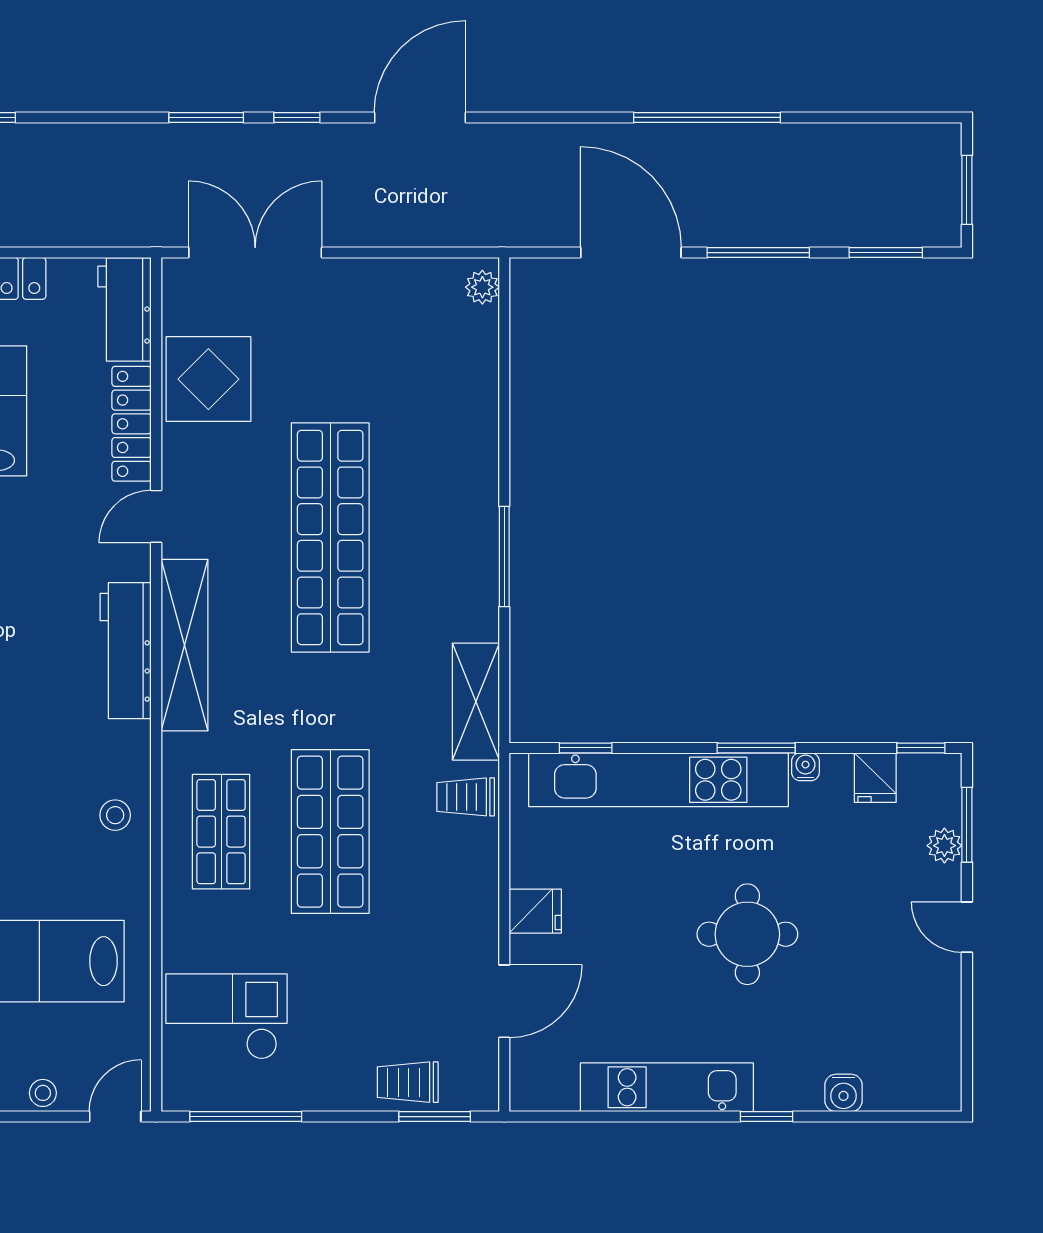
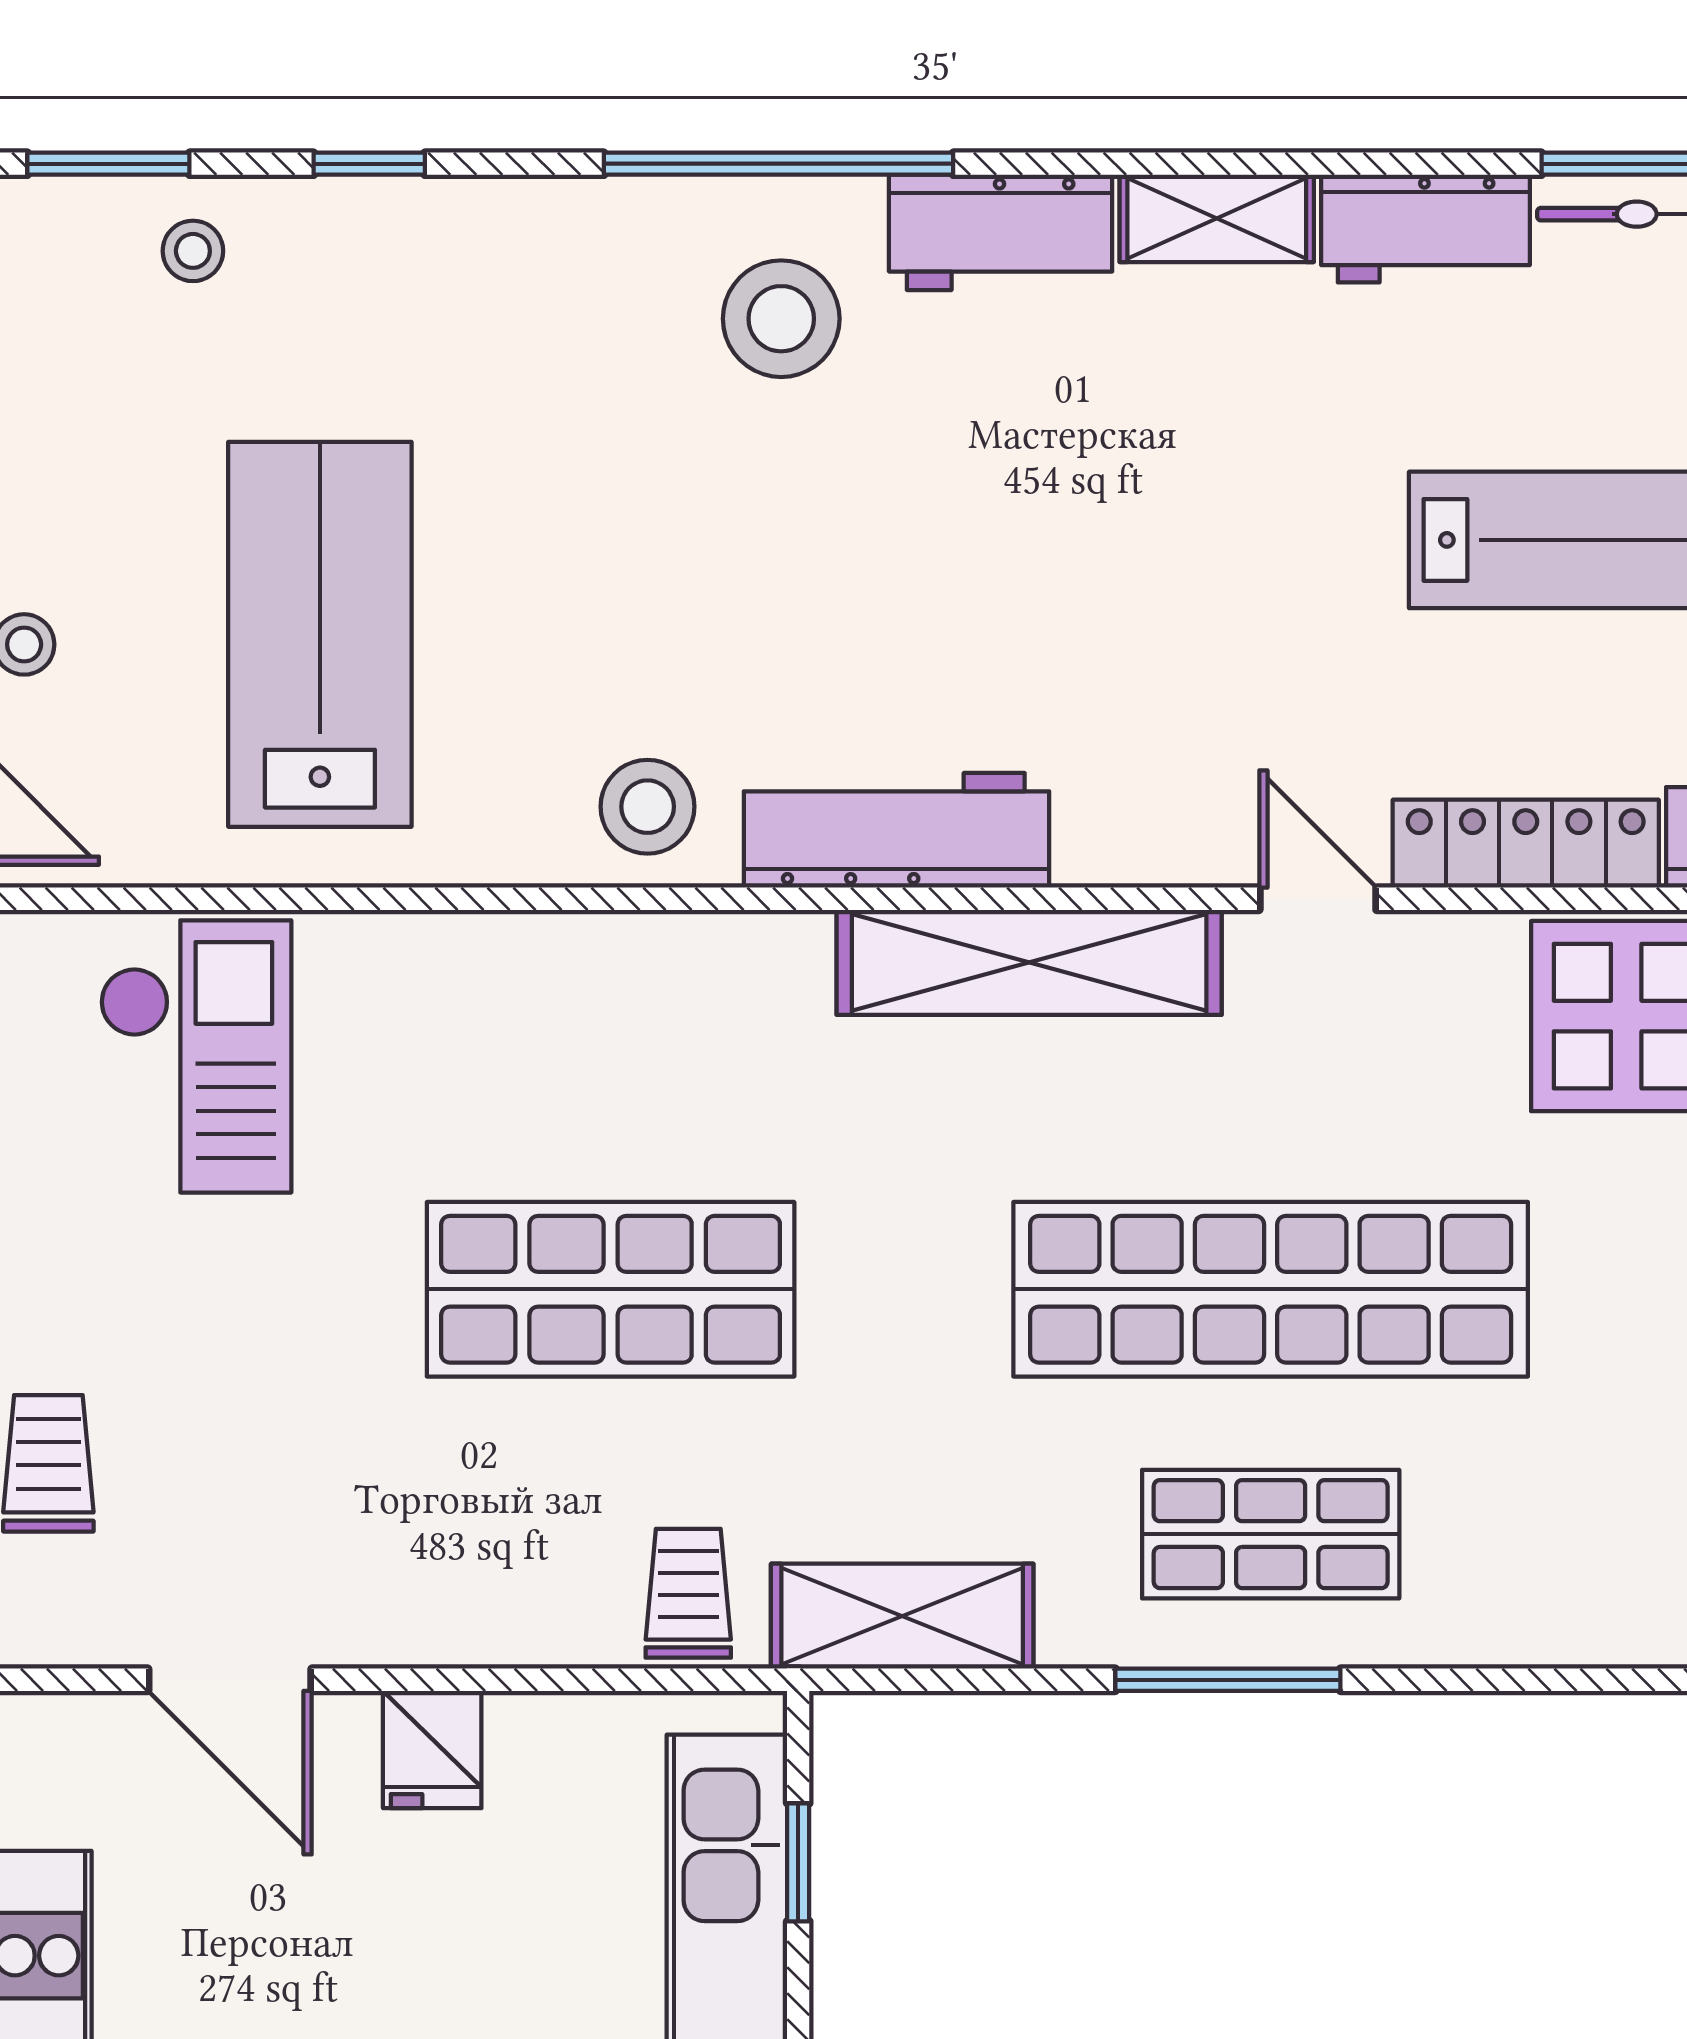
workbench: (126, 651) -> (896, 830), moved
stool: (115, 815) -> (648, 807), width x1.37, depth x1.37
shop shelf: (221, 832) -> (1271, 1534), moved

